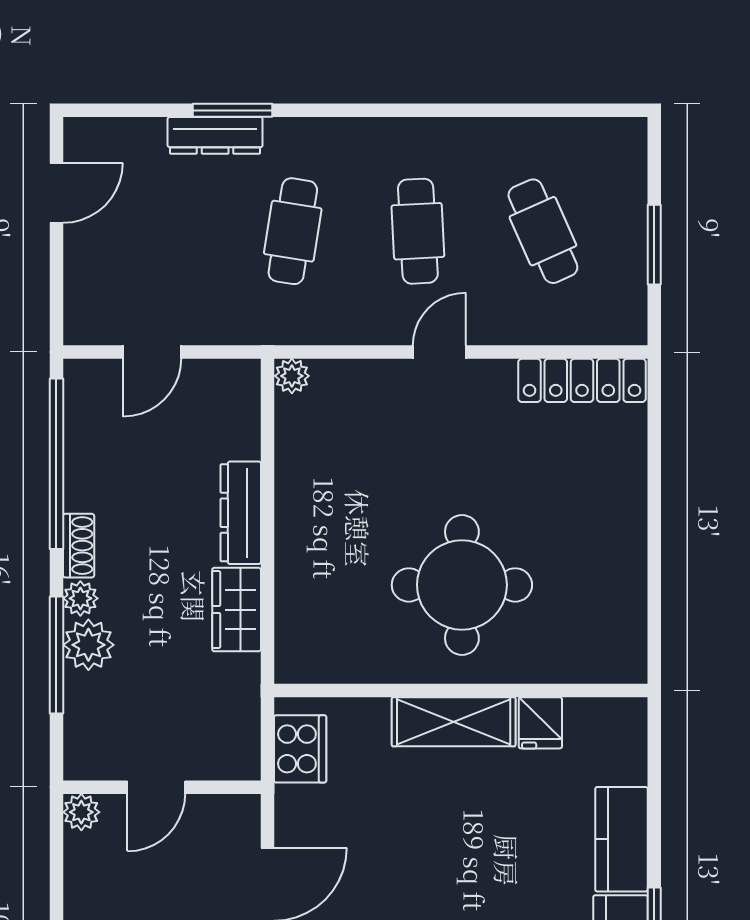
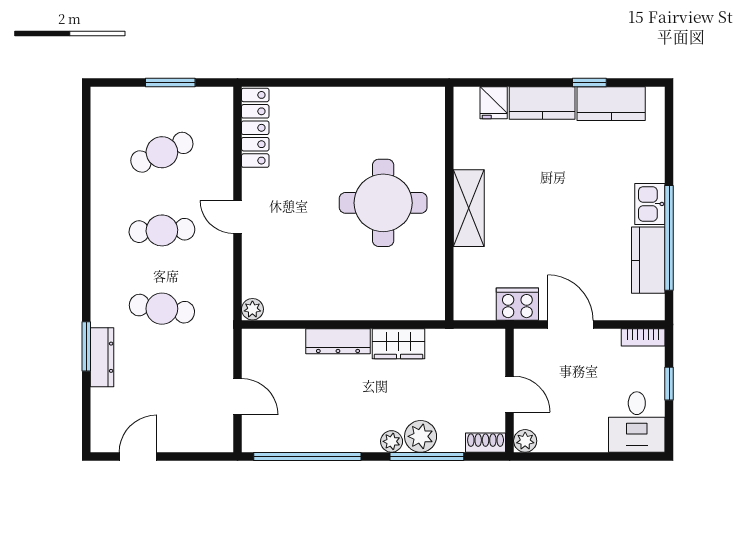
door: (56, 193) -> (138, 456), hinge flipped
shoe rack: (79, 546) -> (486, 443), moved
fridge: (540, 723) -> (494, 103), moved, turned 90
cooker: (300, 749) -> (517, 304), moved

